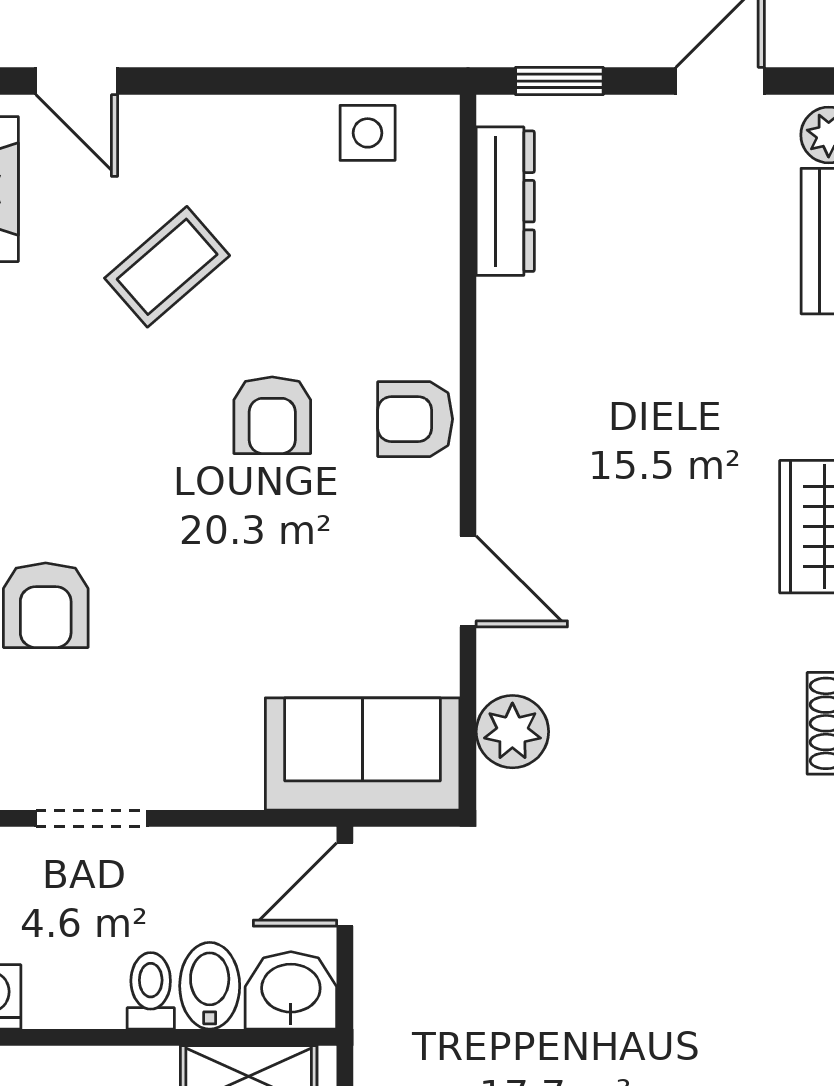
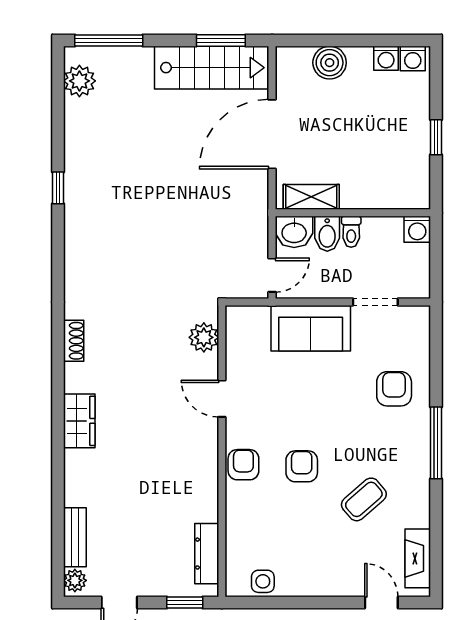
coffee table: (167, 267) -> (364, 499), moved
armchair: (415, 419) -> (243, 465), turned -90
sofa: (363, 754) -> (311, 328), moved

